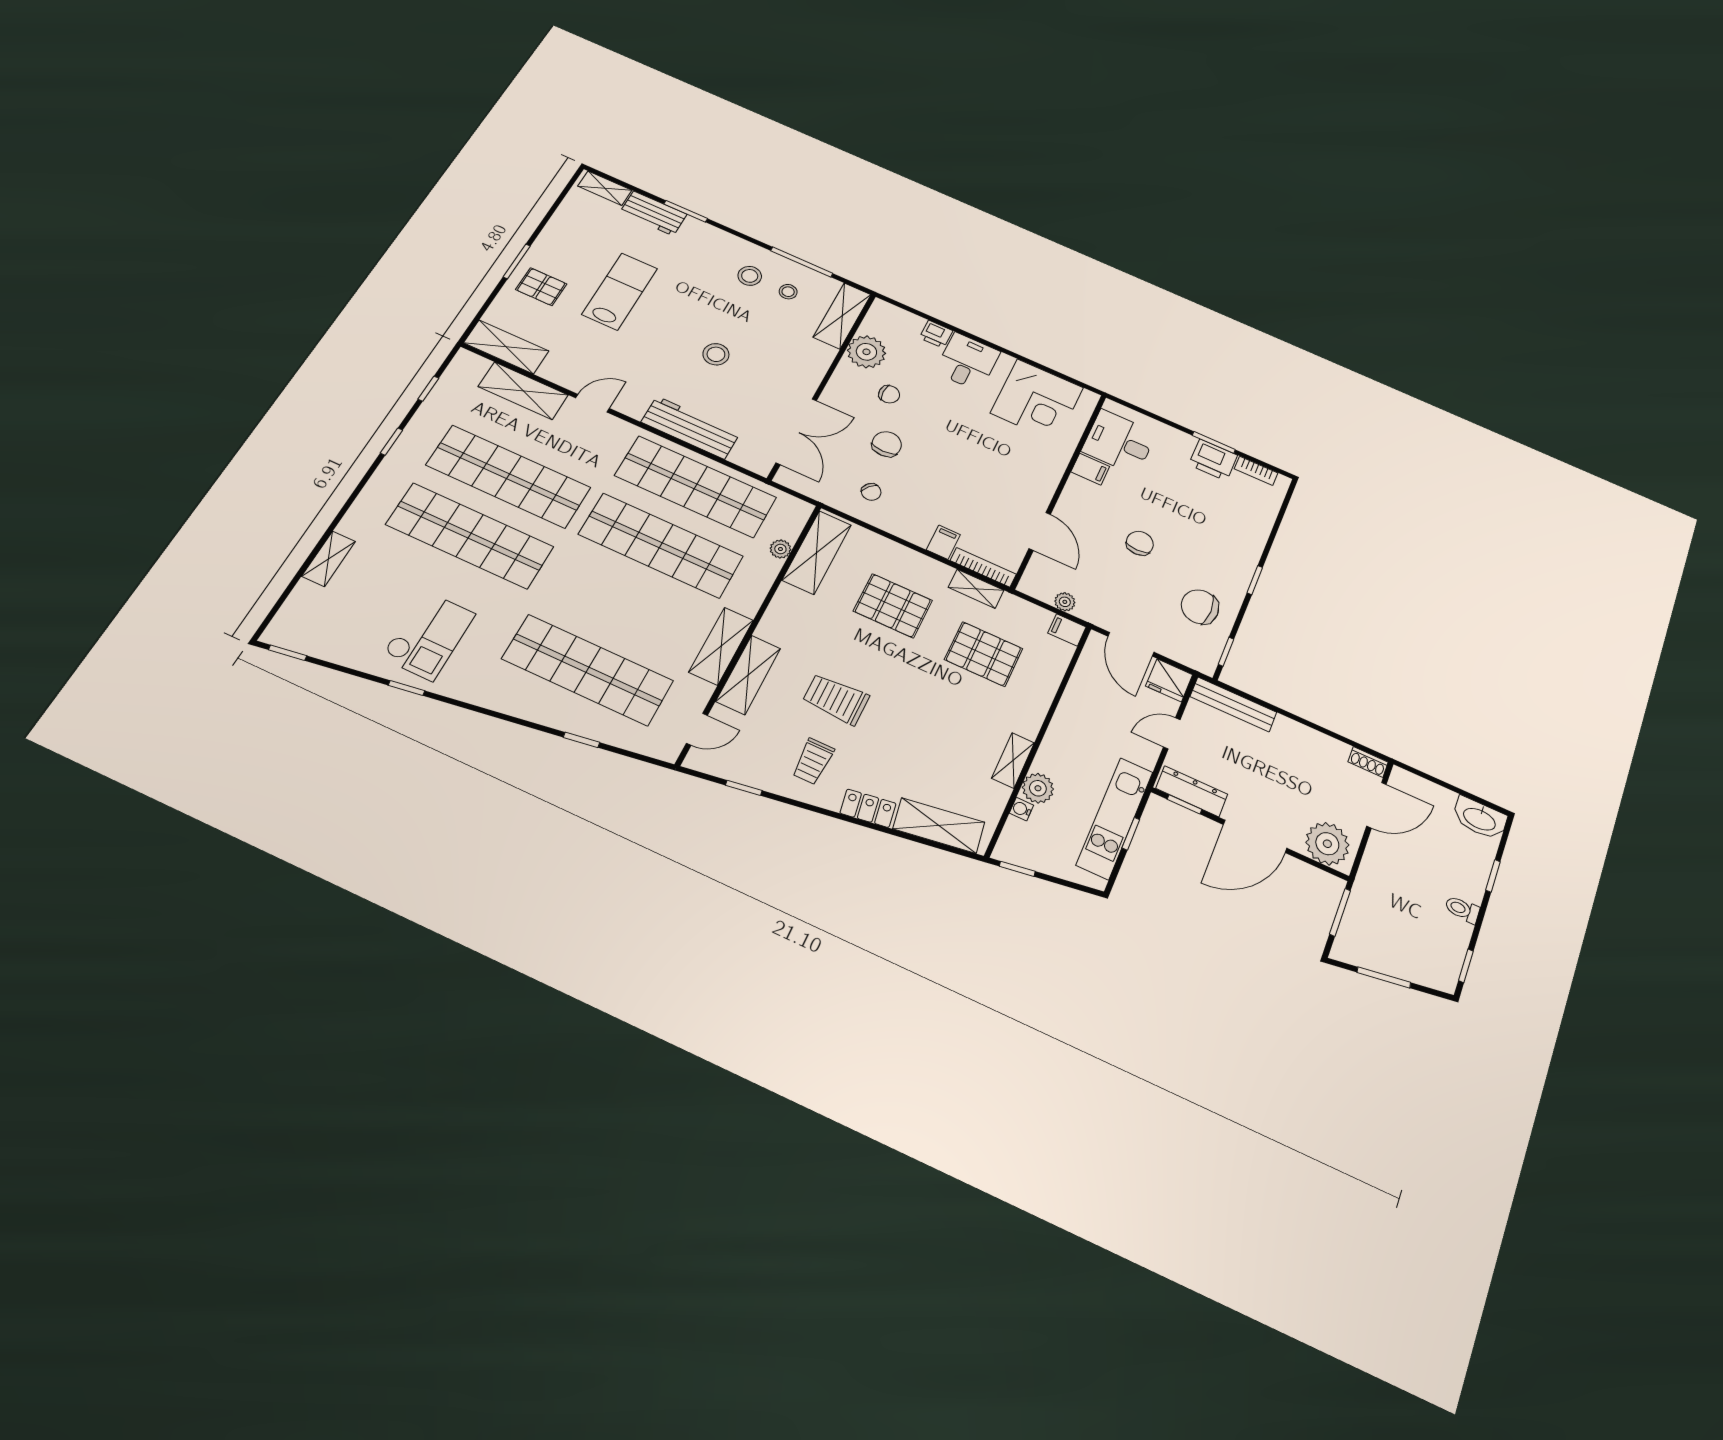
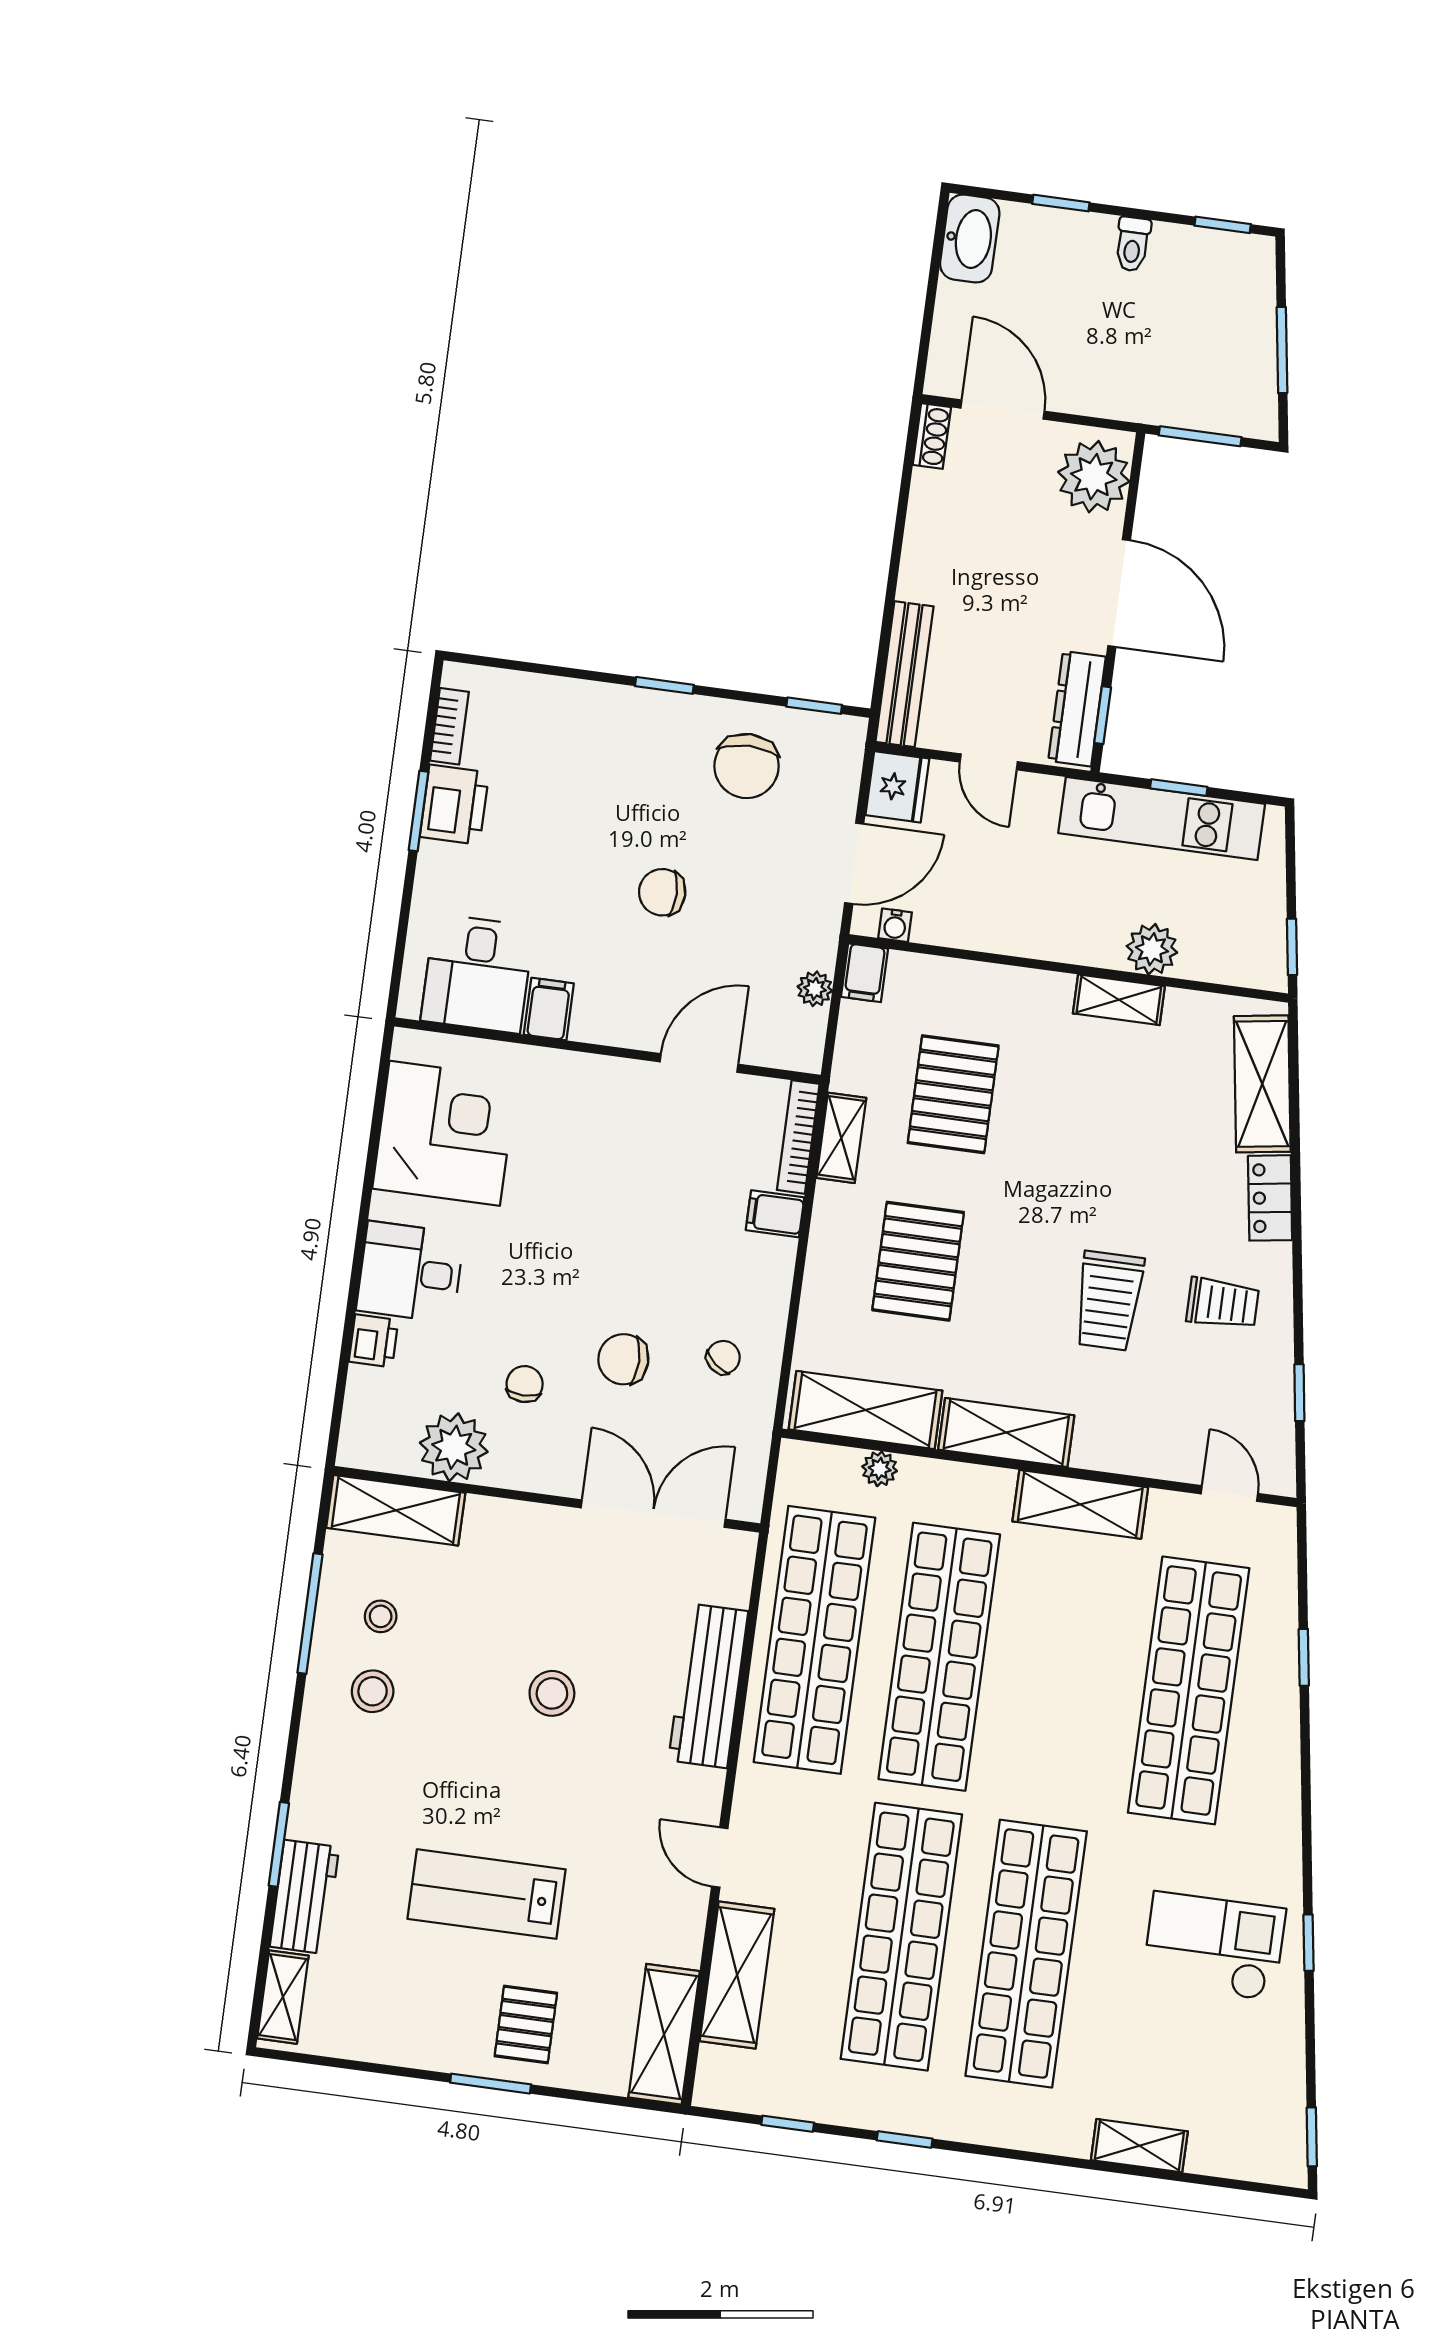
shelving: (748, 675) -> (1006, 1432), moved
water cooler: (1021, 809) -> (895, 925), moved

